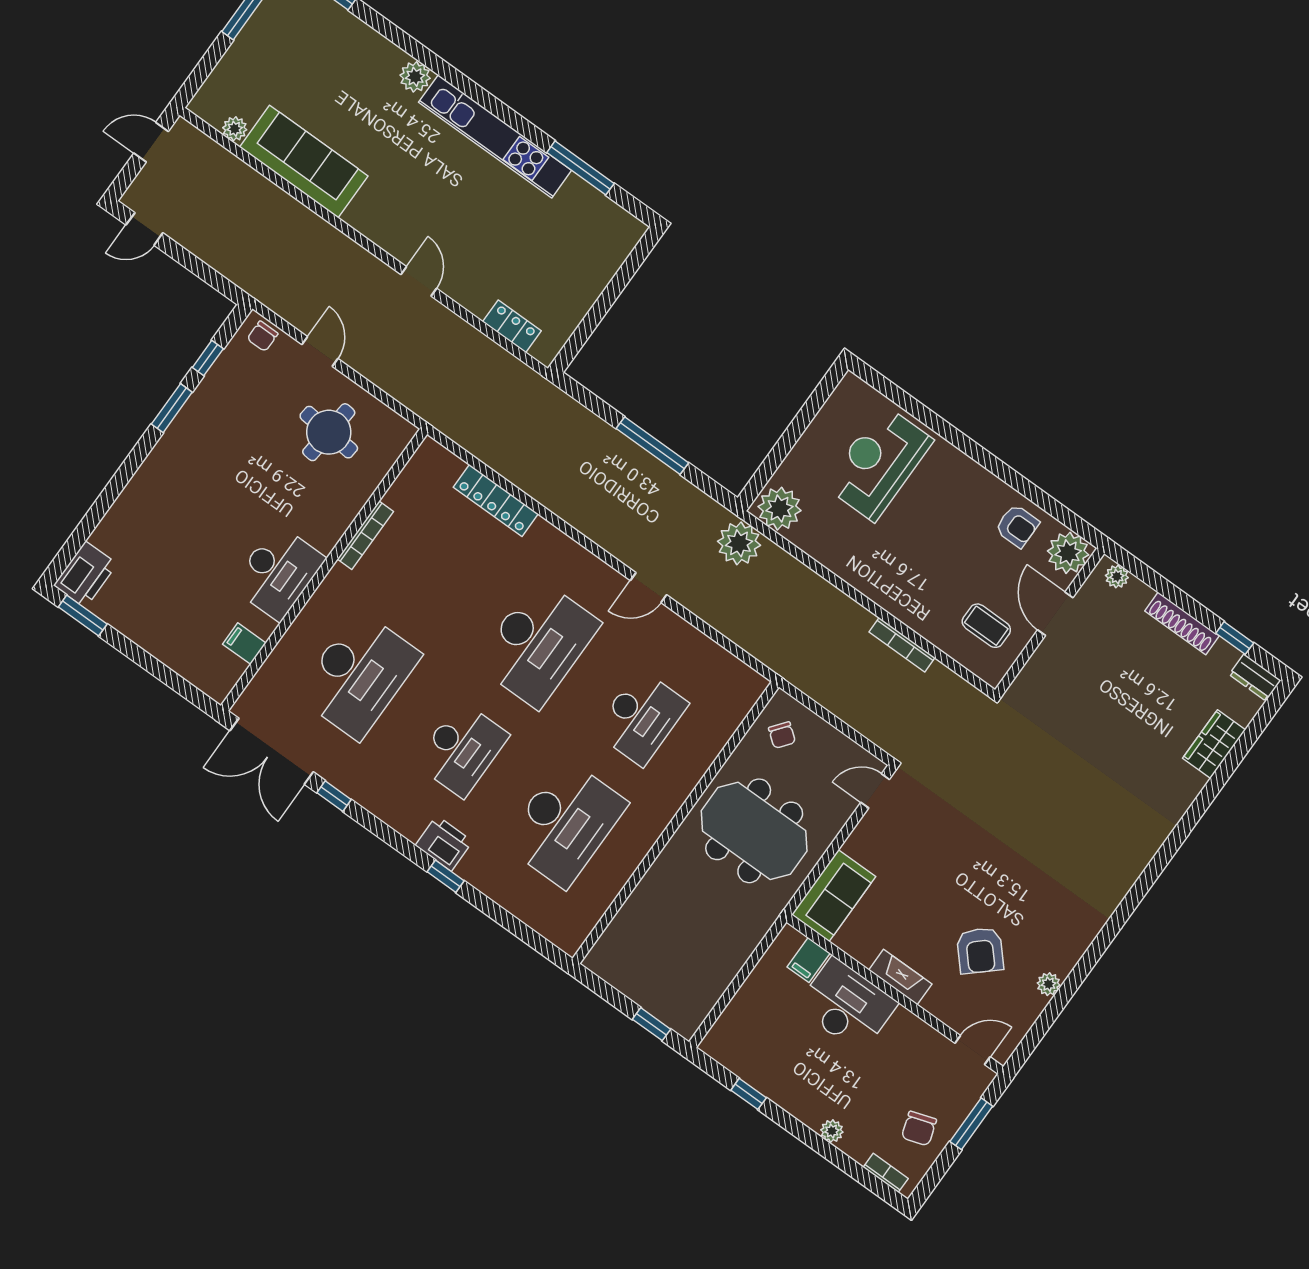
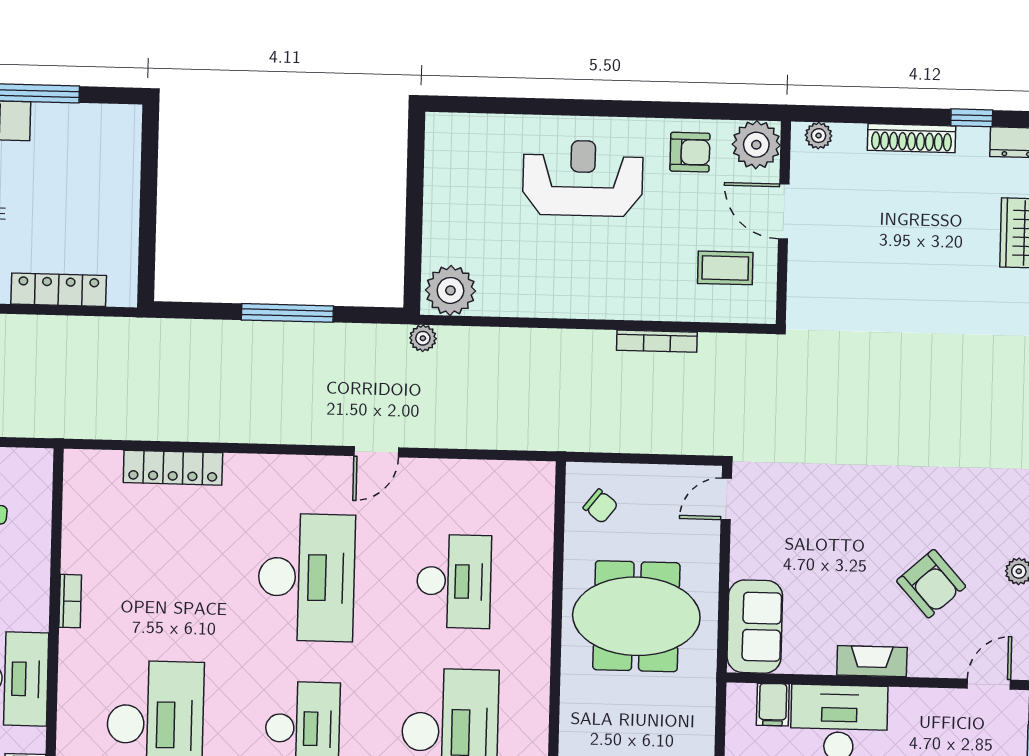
locker: (512, 326) -> (59, 290), width x1.53
reception desk: (879, 463) -> (583, 178), moved, turned 90
bookcase: (365, 535) -> (70, 601), width x0.64
plant: (739, 543) -> (423, 338), width x0.53, depth x0.53

